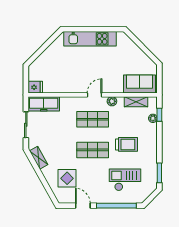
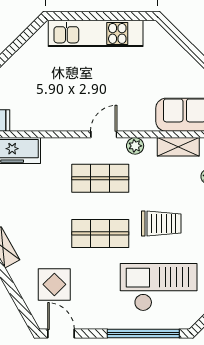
checkout: (125, 180) -> (159, 287), width x1.36, depth x1.21
door: (83, 206) -> (61, 333), moved

